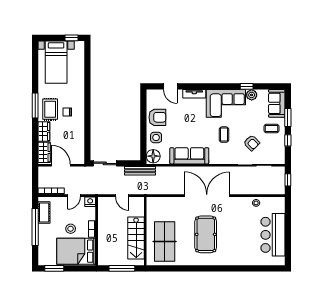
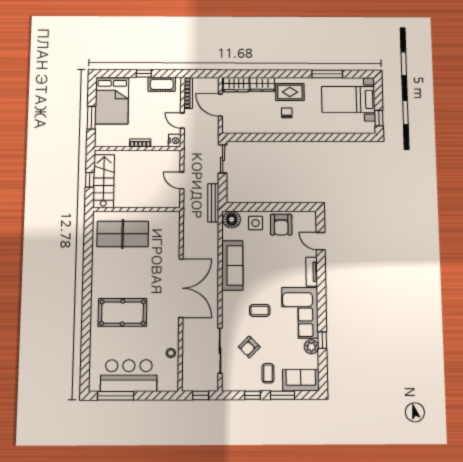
door: (170, 86) -> (321, 241), hinge flipped
window: (35, 105) -> (327, 74), moved
door: (61, 165) -> (220, 105), swing flipped
door: (122, 196) -> (182, 180), hinge flipped
window: (35, 227) -> (144, 74), width x0.32
stool: (71, 229) -> (141, 117), removed
pool table: (206, 234) -> (122, 313), moved
stairs: (136, 238) -> (104, 181), moved, turned 90
window: (288, 245) -> (116, 396), added
bed: (76, 251) -> (112, 100), moved, turned 180
window: (54, 268) -> (91, 118), moved
window: (122, 268) -> (90, 180), width x0.46

